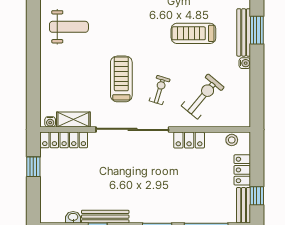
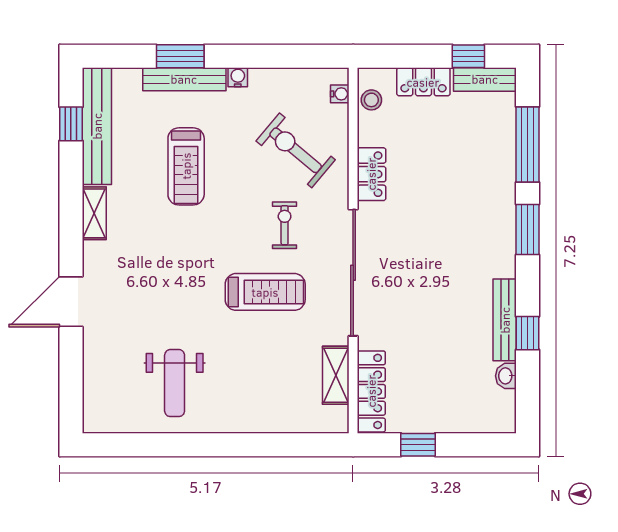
weight bench: (69, 27) -> (175, 383), turned 180
treadmill: (121, 79) -> (265, 292), turned 180
exercise bike: (160, 90) -> (285, 225), turned 73
water cooler: (50, 122) -> (340, 94), moved

